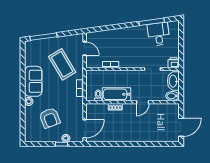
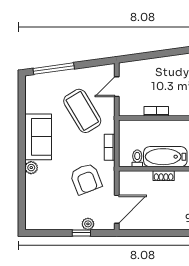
door: (85, 48) -> (117, 87), swing flipped
armchair: (50, 118) -> (86, 179), moved

